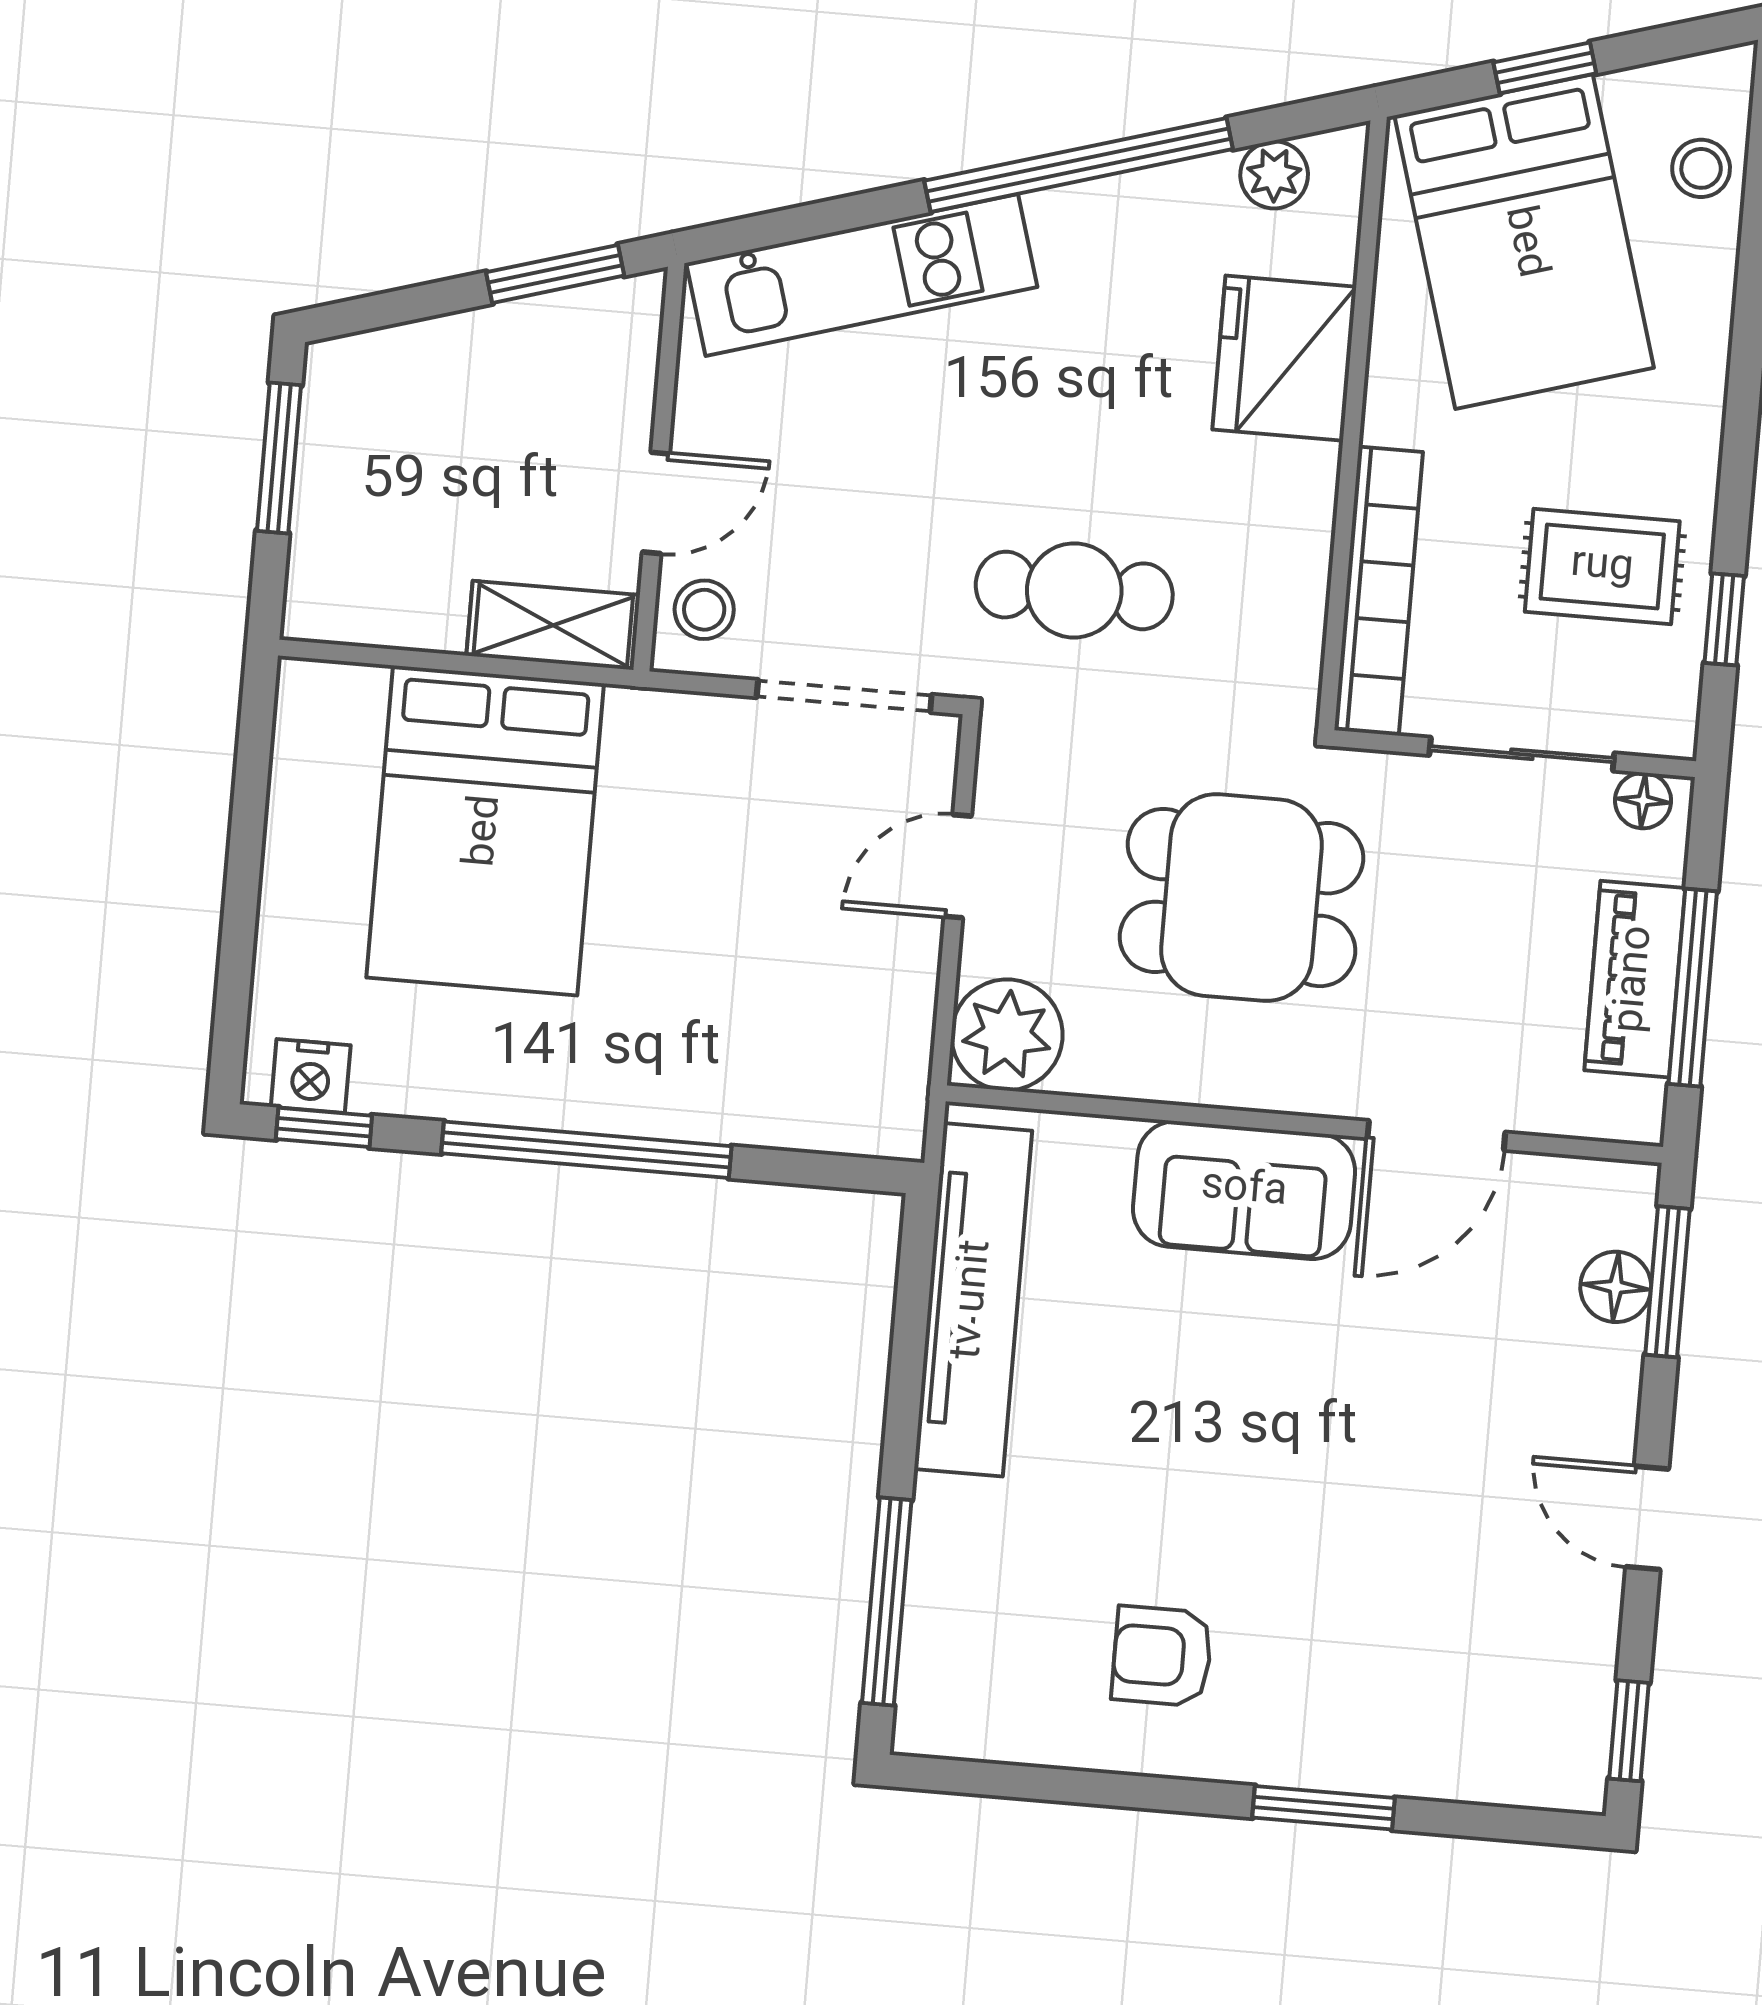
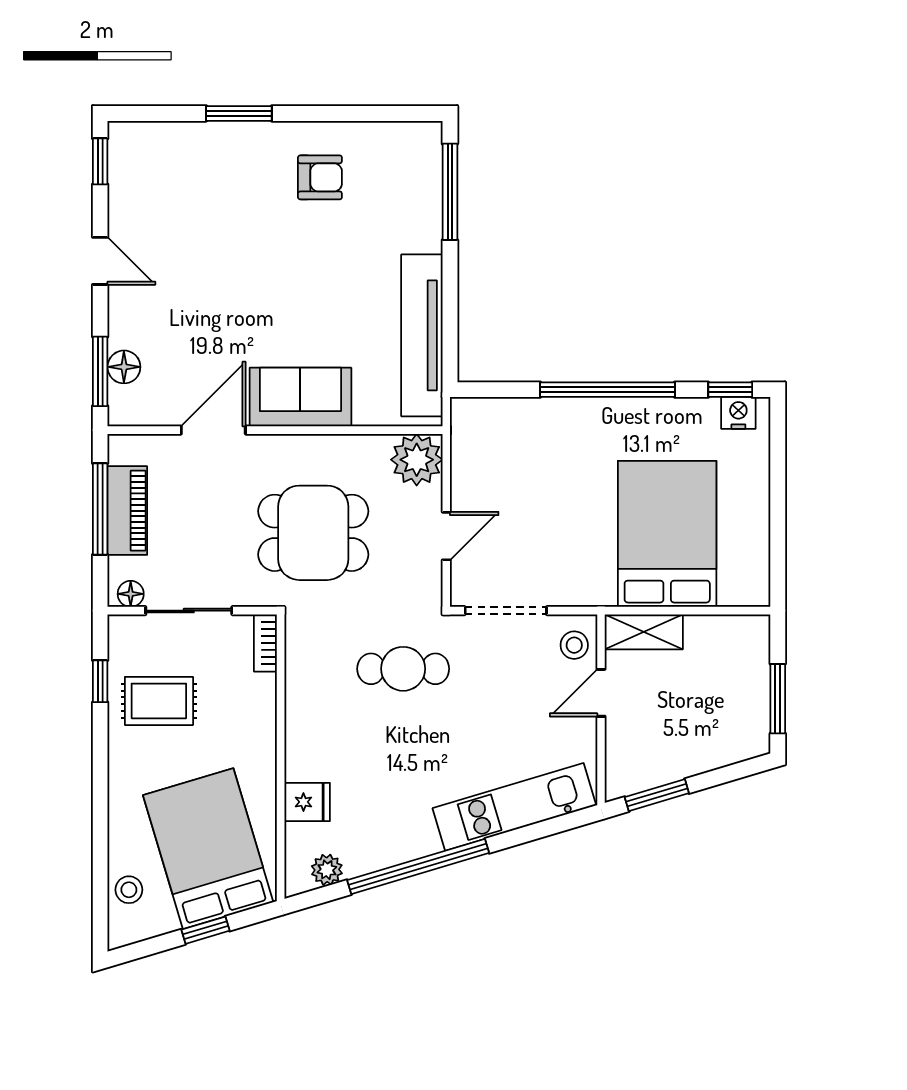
fridge: (1284, 358) -> (307, 802), width x0.53, depth x0.75
bookcase: (1379, 591) -> (265, 643), width x0.43, depth x0.76

